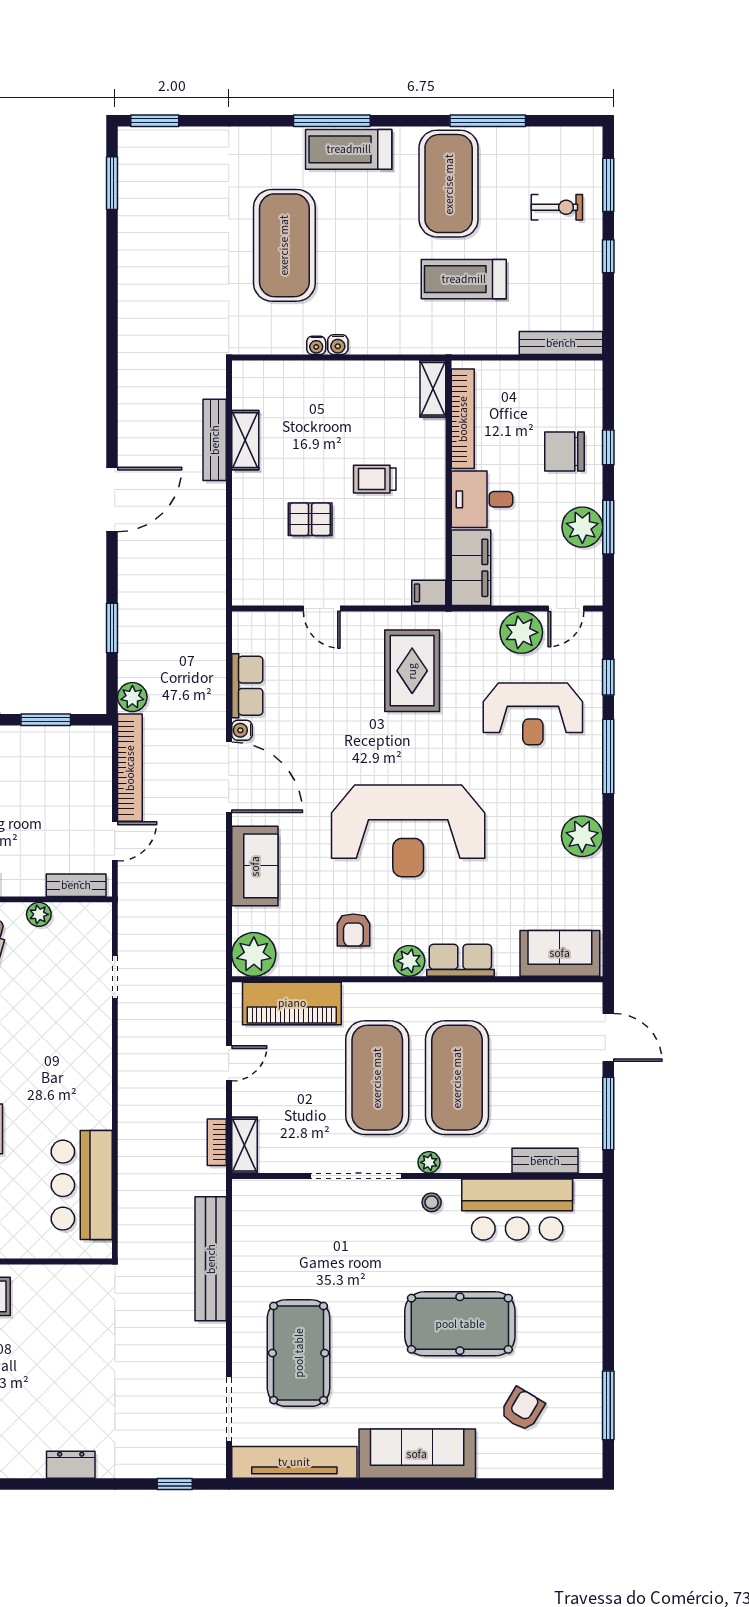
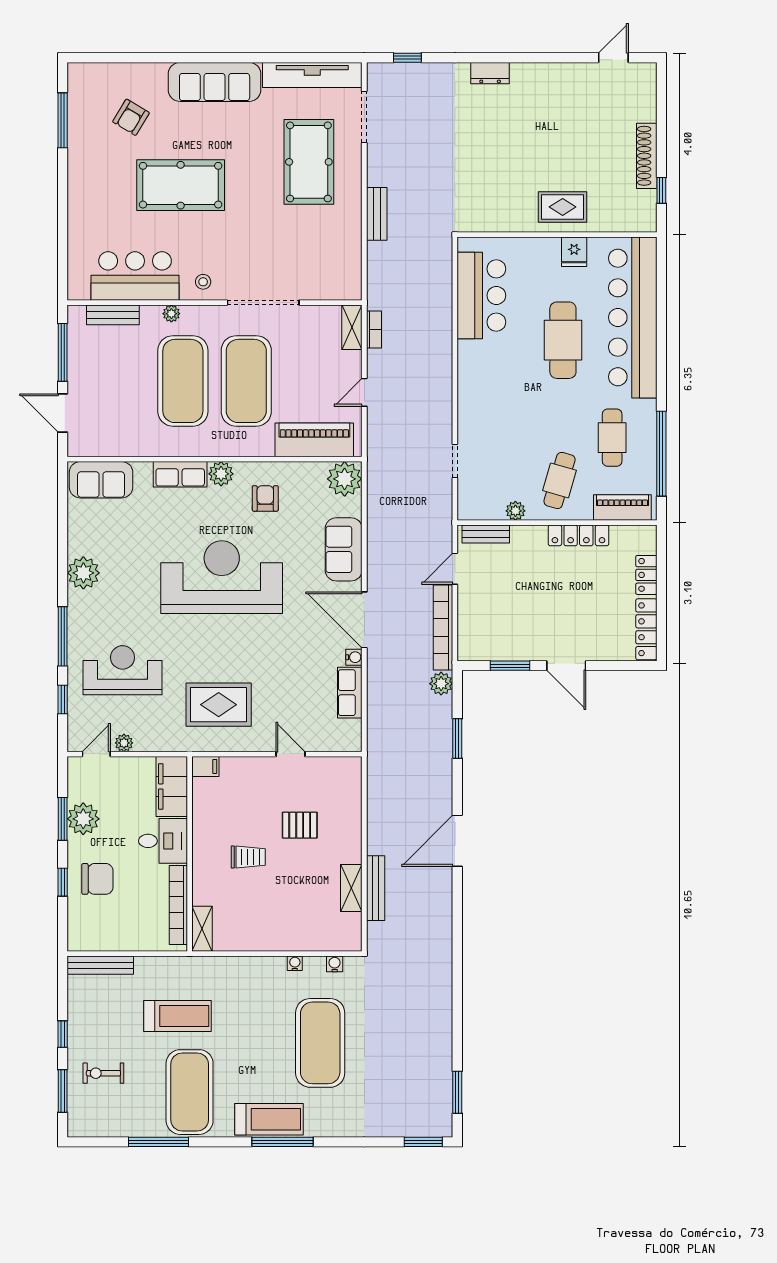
water cooler: (338, 345) -> (335, 964), moved
plant: (521, 632) -> (124, 743), width x0.53, depth x0.53
rug: (412, 671) -> (219, 705), turned 90
plant: (429, 1162) -> (171, 314), moved
bench: (211, 1259) -> (377, 214), width x0.54, depth x0.82

